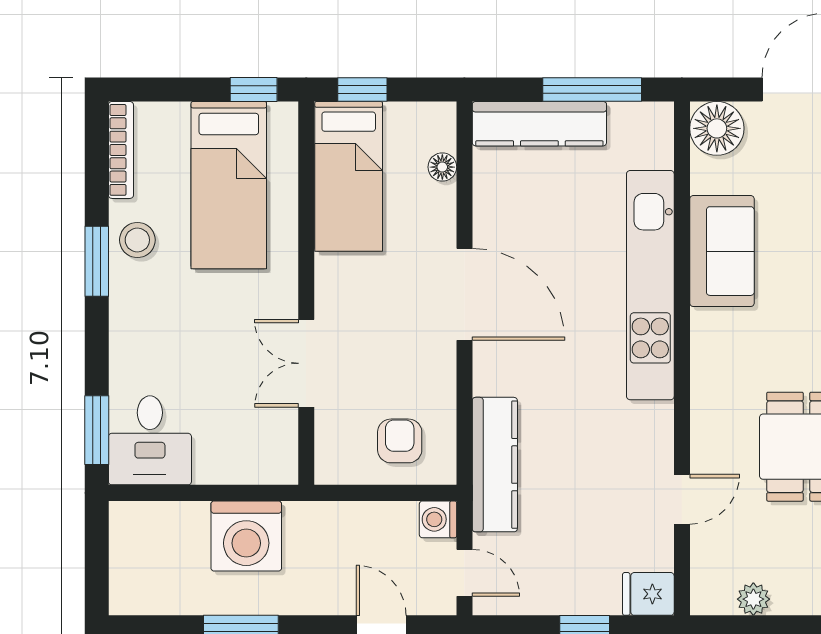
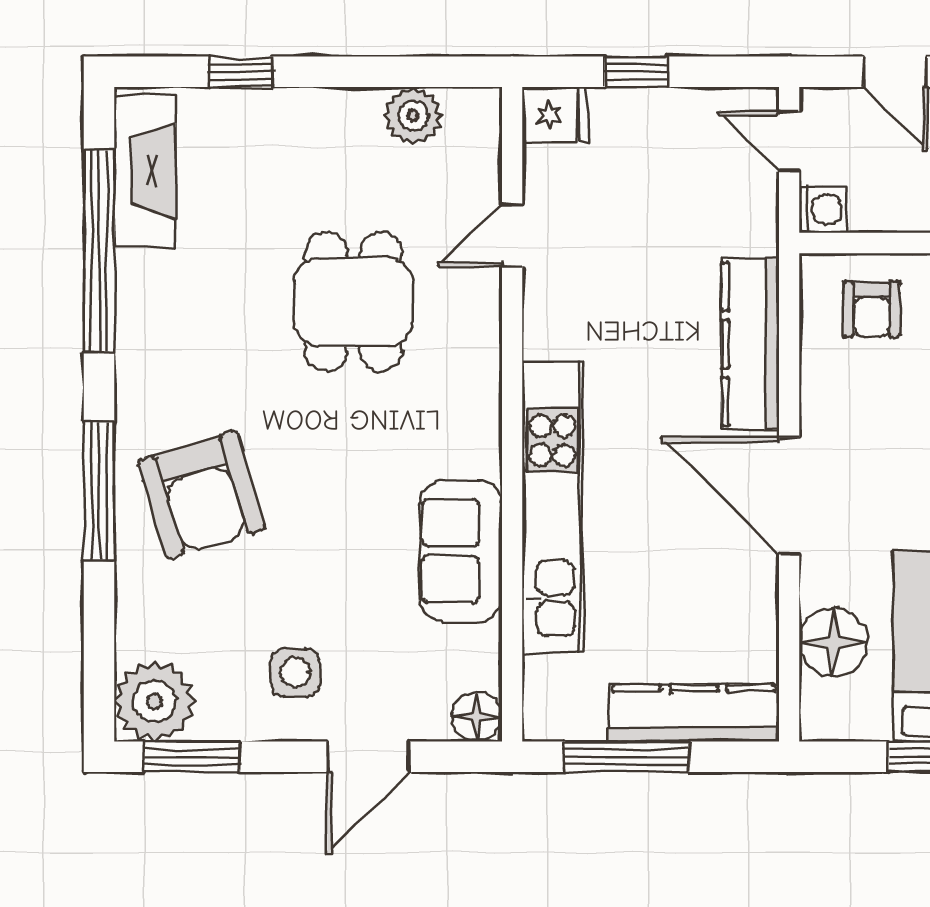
floor lamp: (717, 128) -> (477, 717), width x0.73, depth x0.73
floor lamp: (442, 167) -> (833, 642), width x1.89, depth x1.89
kitchen counter: (495, 465) -> (750, 344), moved
plant: (753, 599) -> (413, 116), width x1.38, depth x1.38

